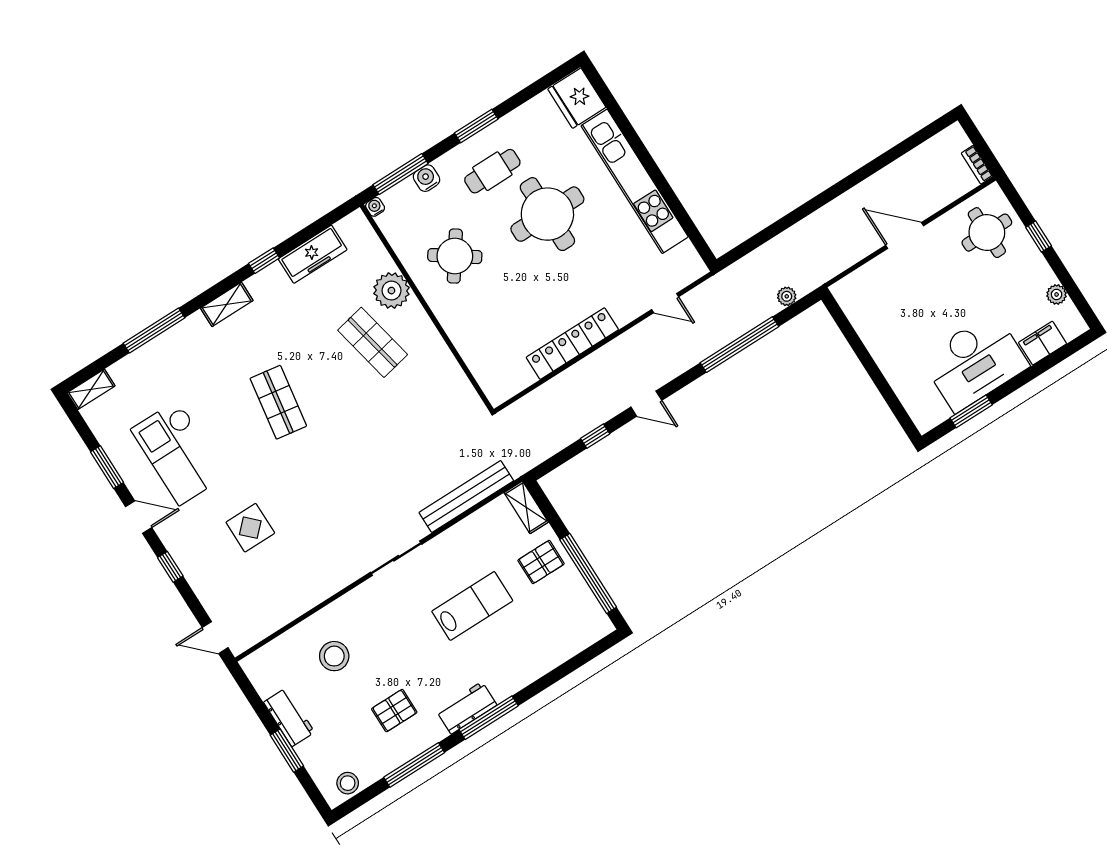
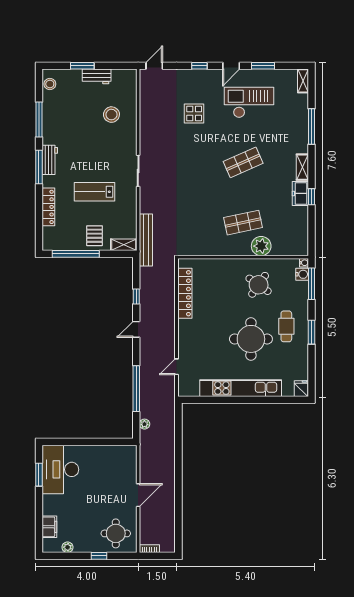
fridge: (577, 98) -> (301, 389), width x0.53, depth x0.75
water cooler: (427, 178) -> (302, 274), moved
freezer: (313, 254) -> (300, 193), moved, width x0.71
locker: (572, 344) -> (185, 293), moved
desk: (975, 362) -> (60, 469), moved
shop shelf: (278, 402) -> (243, 162), turned -33
bench: (466, 497) -> (146, 240), moved
lab bench: (472, 606) -> (94, 192), turned 90
locker: (542, 663) -> (48, 207), added
pallet: (394, 711) -> (69, 126), removed

